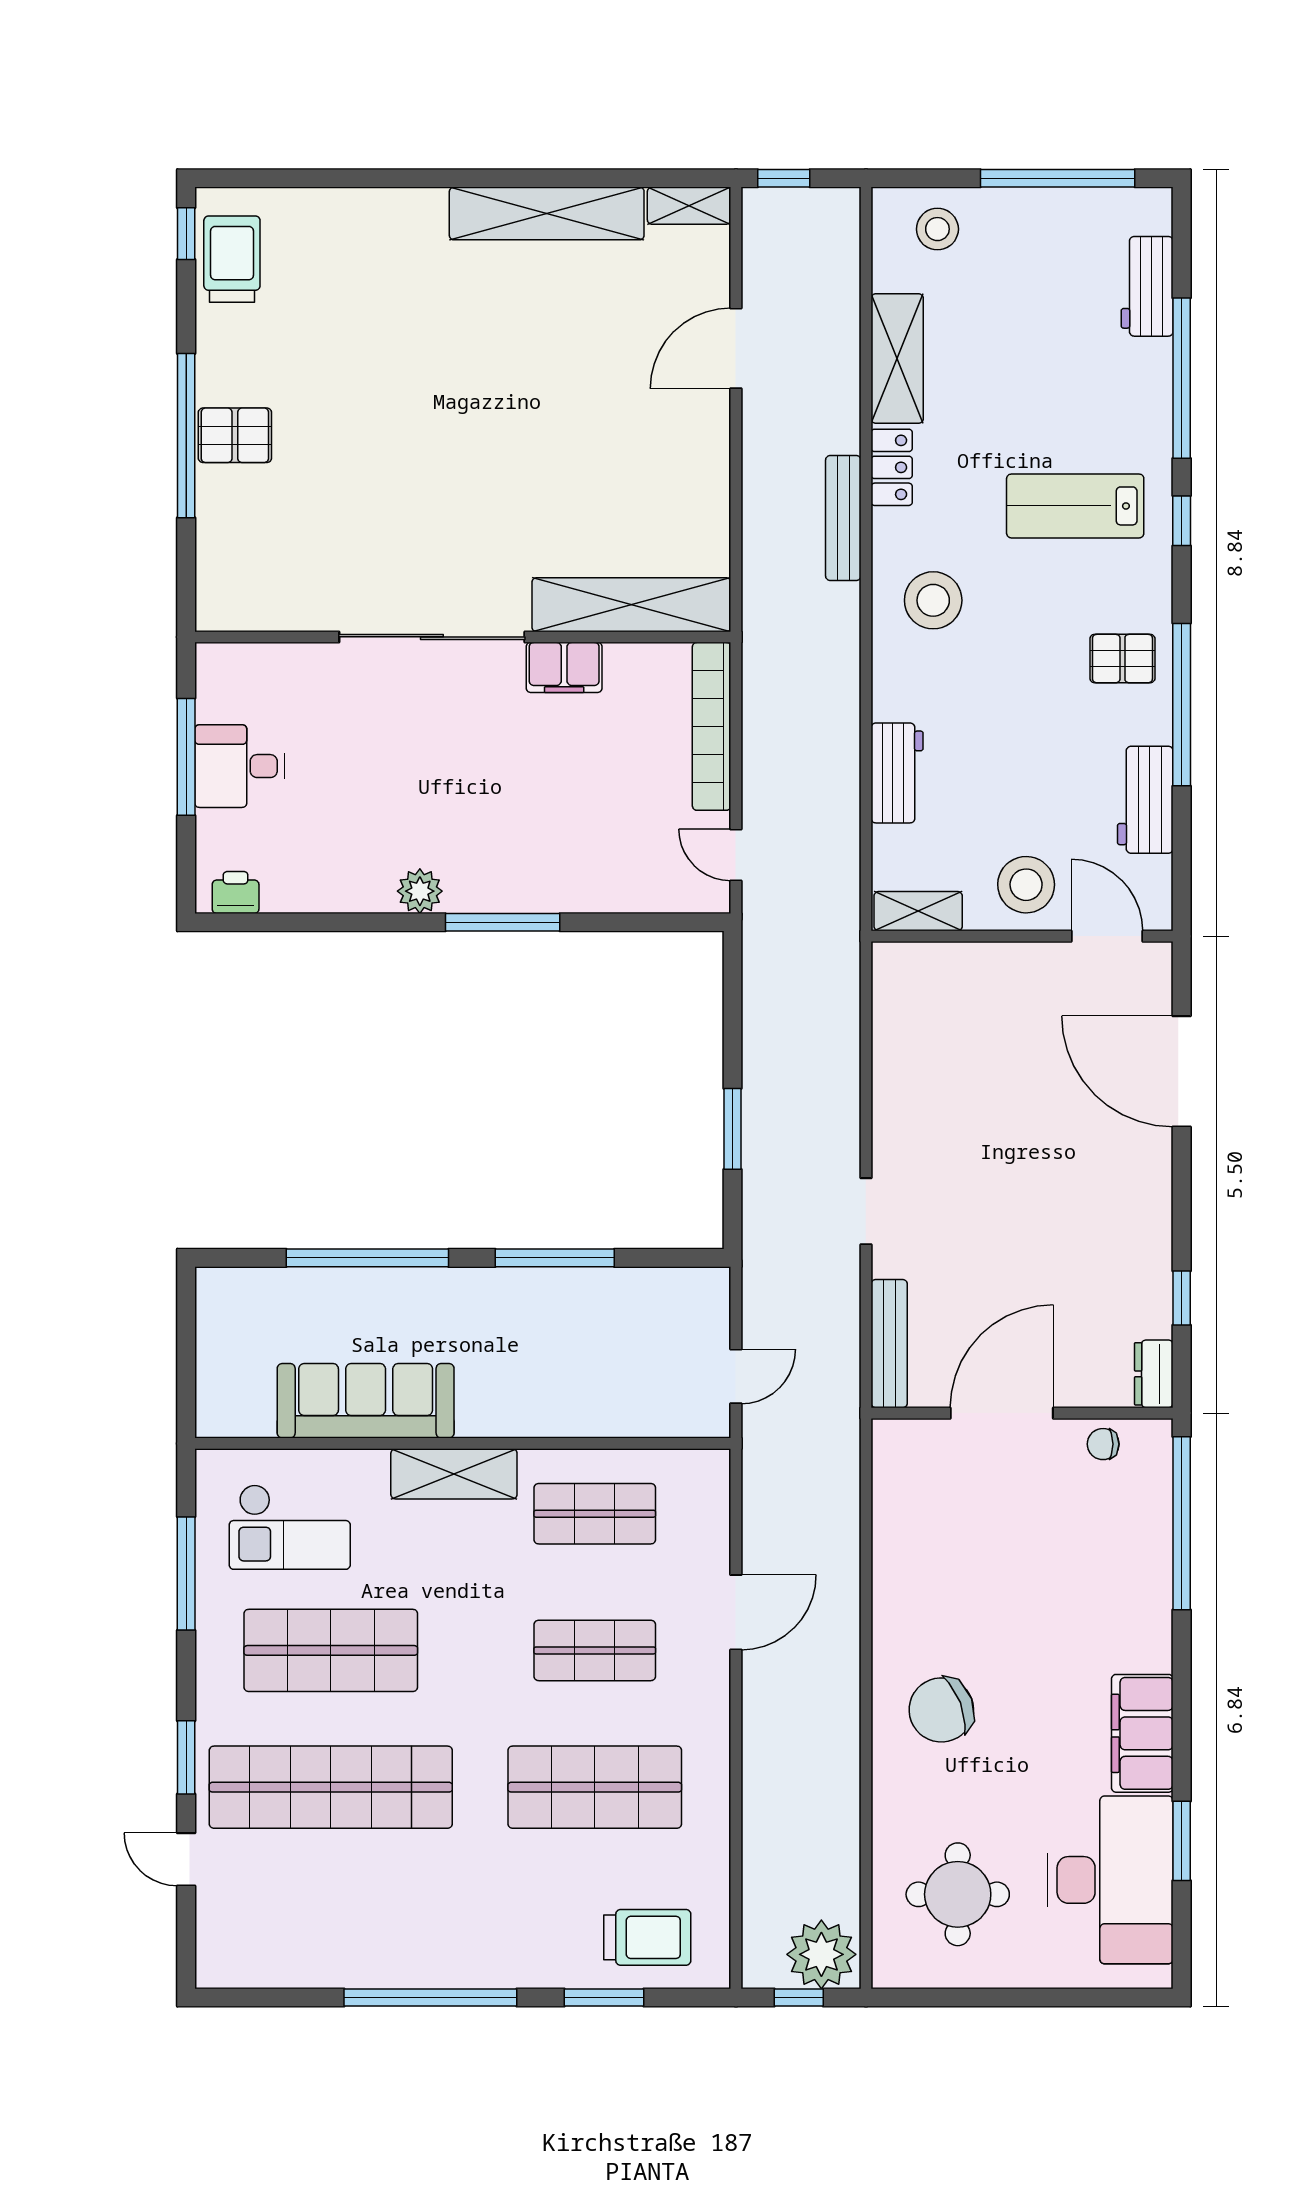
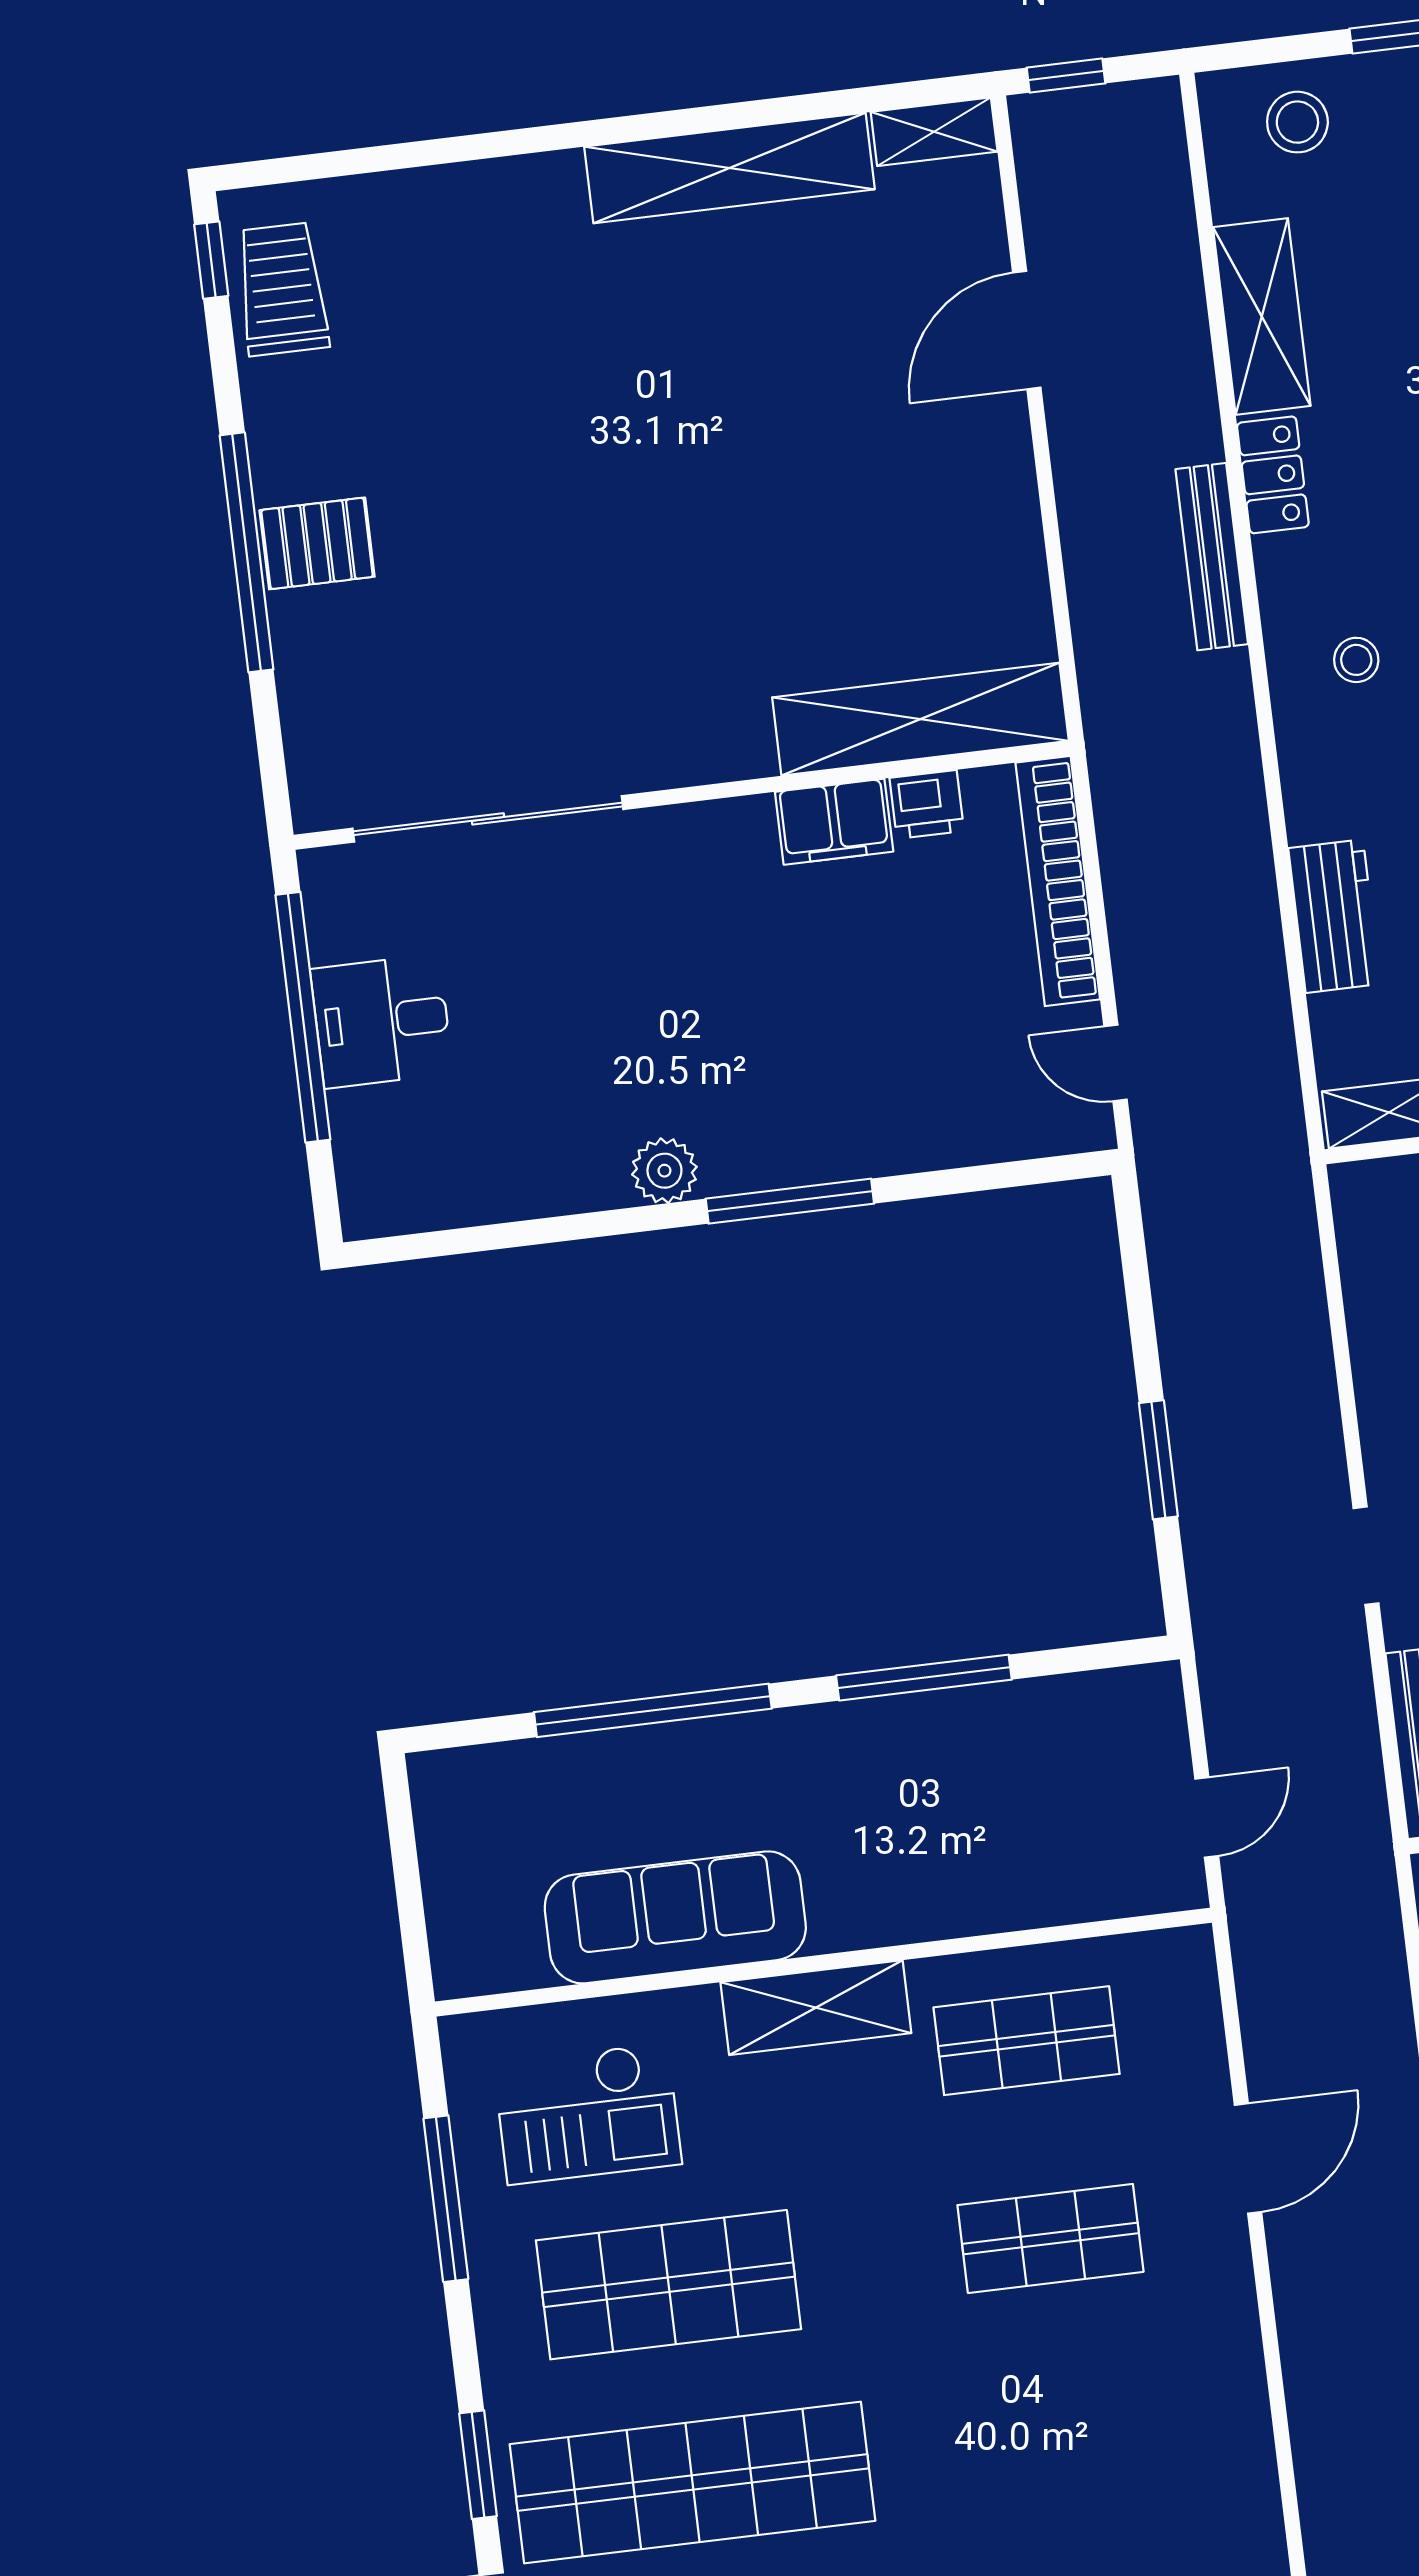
stool: (933, 600) -> (1356, 660), width x0.53, depth x0.53
sliding door: (432, 637) -> (488, 819), moved
window: (186, 757) -> (303, 1017), width x1.46
printer: (236, 892) -> (927, 804), moved, turned 180
shop shelf: (595, 1787) -> (1074, 2436), removed

